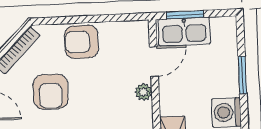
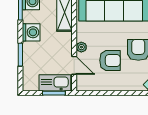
armchair: (81, 42) -> (110, 60), moved
door: (154, 62) -> (74, 65), swing flipped

